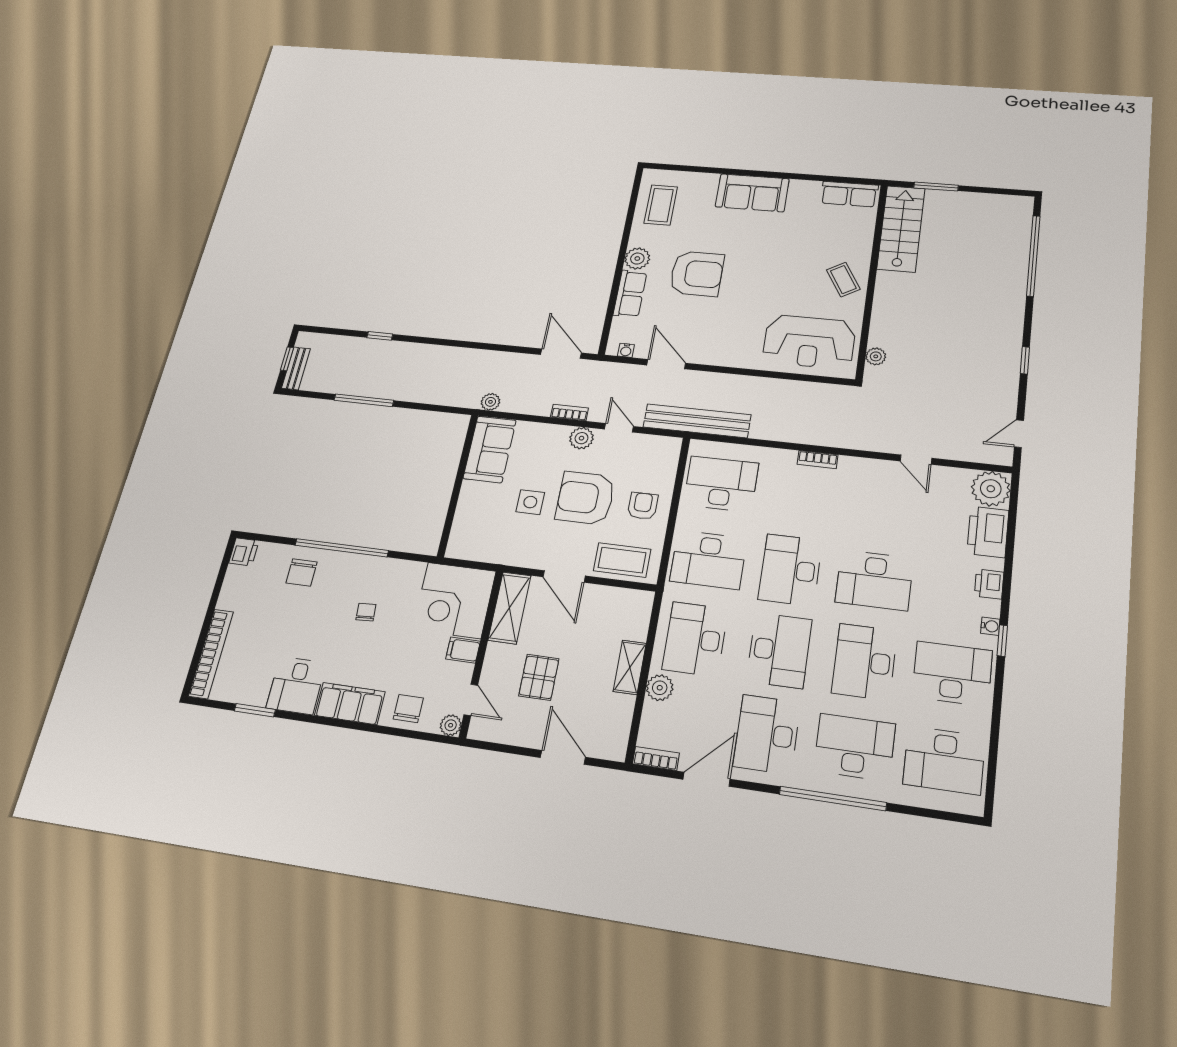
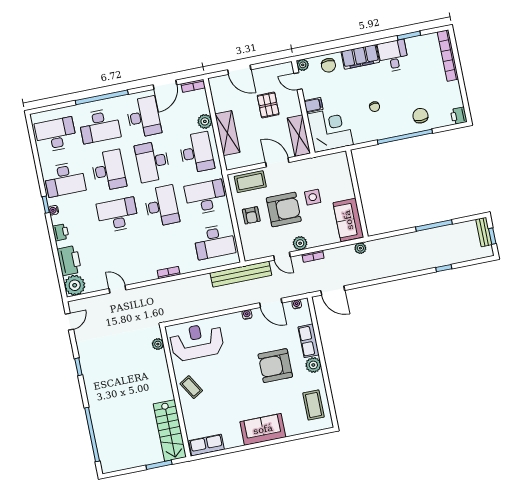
water cooler: (711, 358) -> (247, 315), added
shelving: (630, 667) -> (227, 133), width x1.50, depth x1.33

